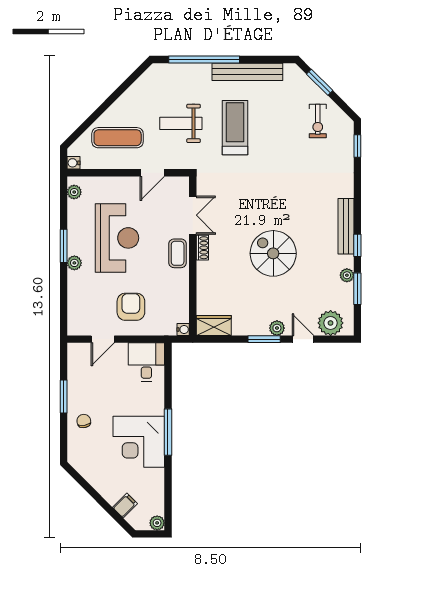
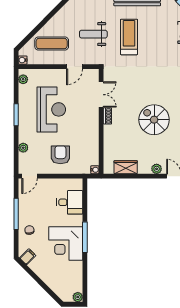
coffee table: (178, 253) -> (91, 120), removed
plant: (74, 263) -> (23, 148), moved
wardrobe: (214, 326) -> (126, 167), moved
door: (103, 339) -> (30, 176), moved
window: (264, 339) -> (148, 176), removed
desk: (146, 362) -> (70, 202), moved, turned 90
window: (64, 396) -> (16, 214), width x1.44
filing cabinet: (125, 506) -> (28, 257), moved

